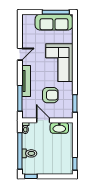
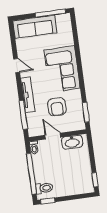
sofa: (54, 22) -> (35, 27), moved
door: (20, 54) -> (17, 66), hinge flipped
armchair: (50, 95) -> (57, 107), turned 90
toilet: (29, 153) -> (44, 188), moved

